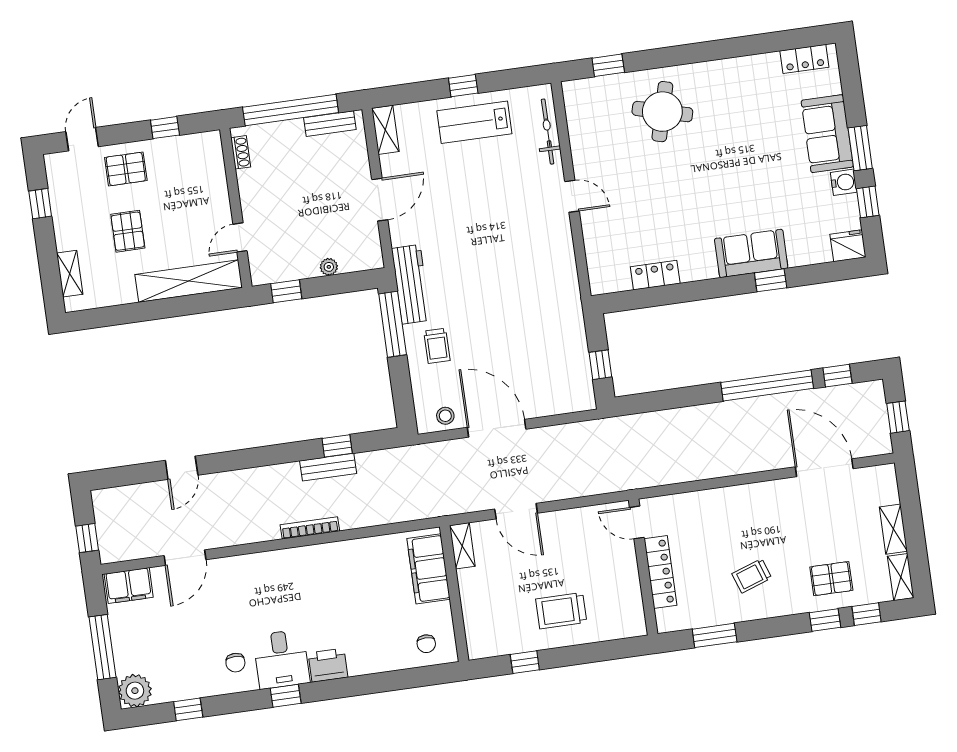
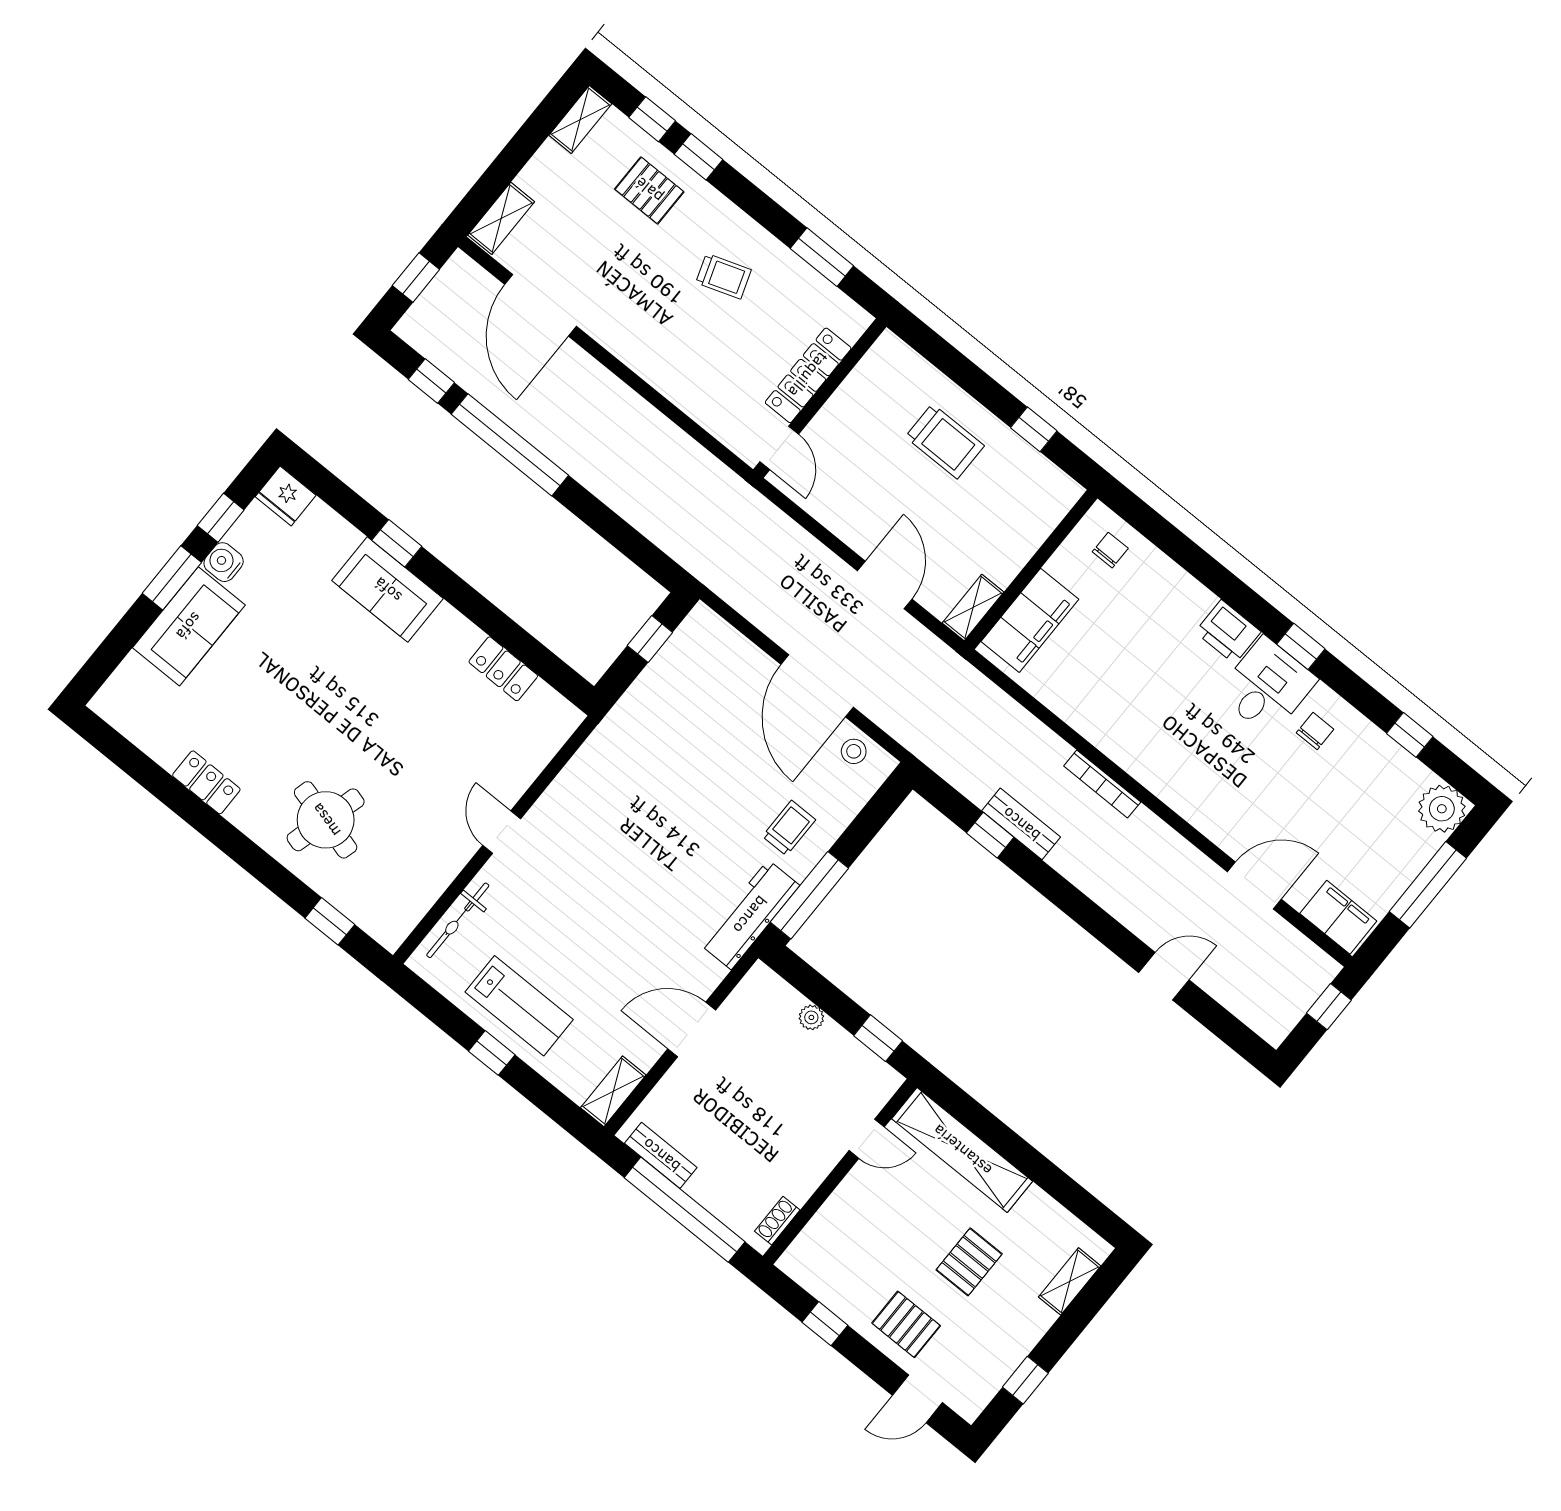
locker: (804, 59) -> (206, 782), moved
shelving: (893, 529) -> (501, 218), moved

